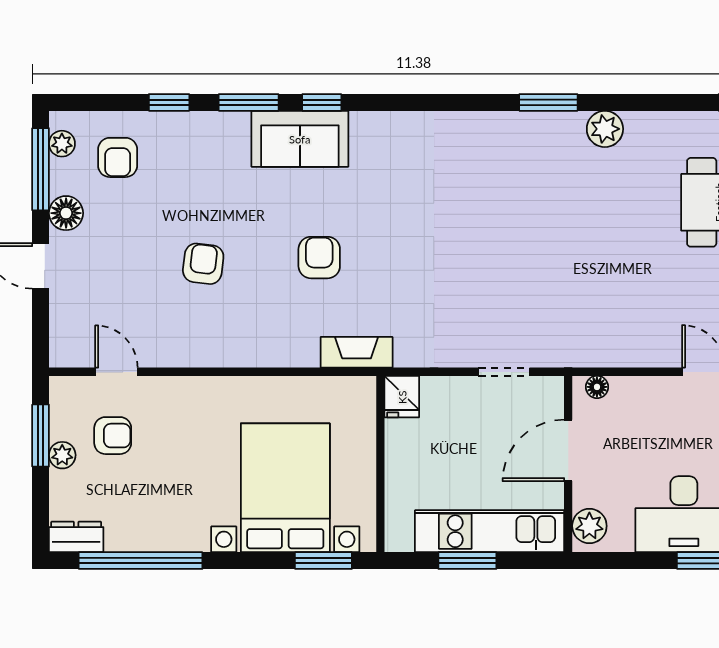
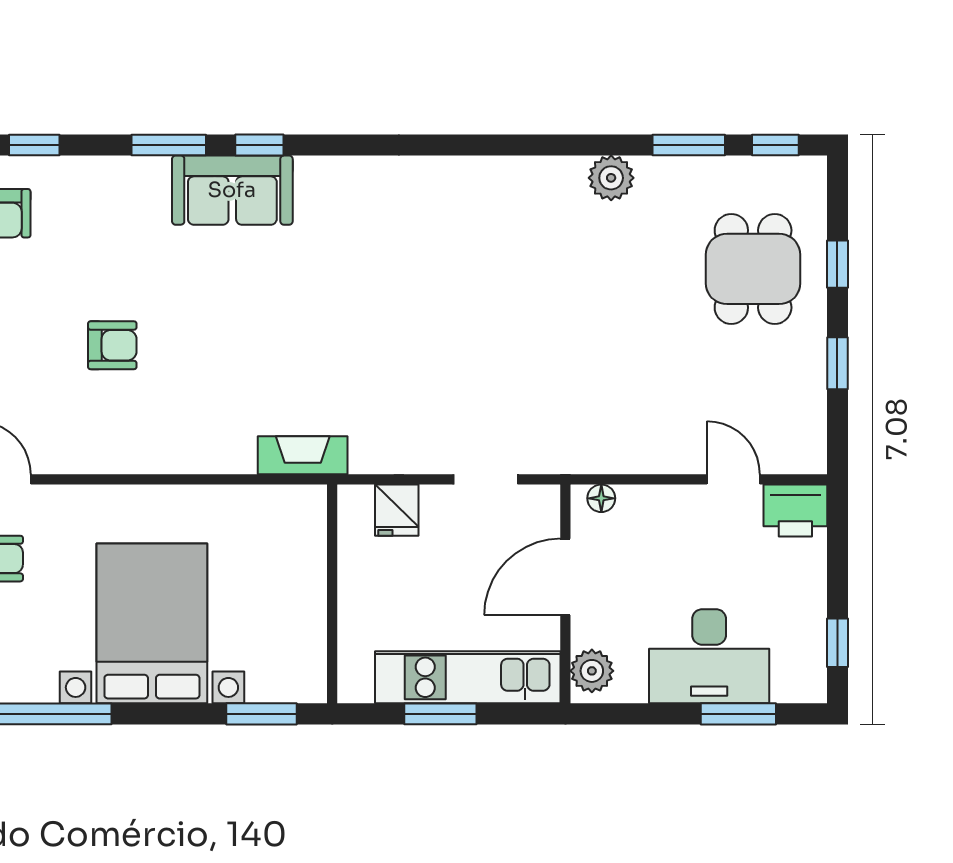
window: (169, 102) -> (34, 145), moved
window: (548, 102) -> (689, 145), moved
armchair: (319, 258) -> (256, 338), removed
armchair: (203, 264) -> (112, 345), turned 83
fridge: (402, 397) -> (397, 510), moved
bed with nightstands: (285, 488) -> (152, 623), moved

